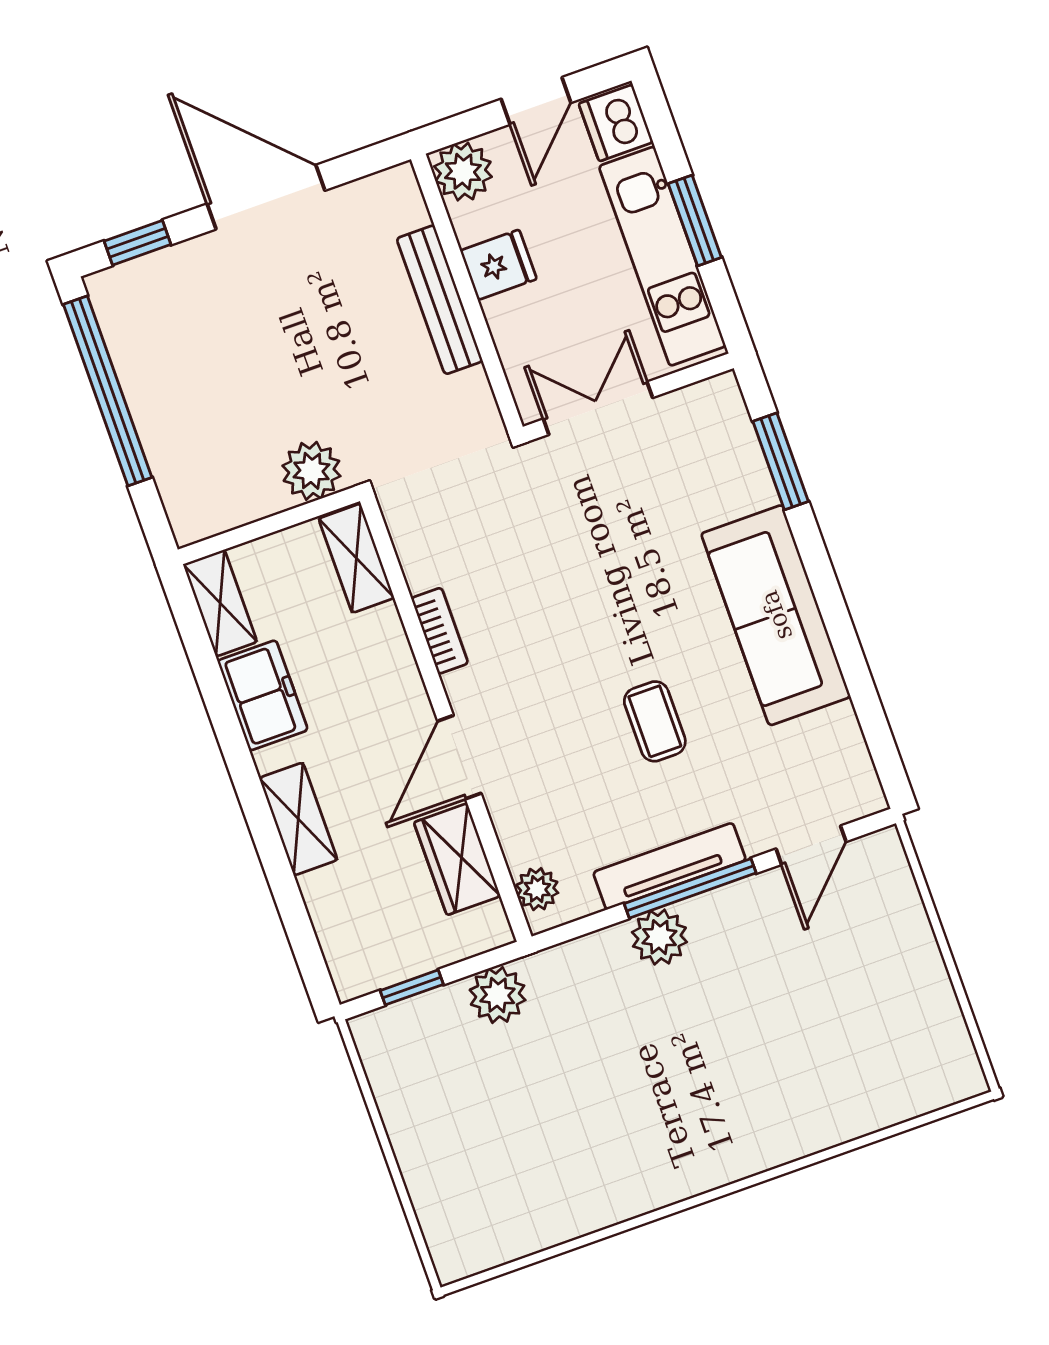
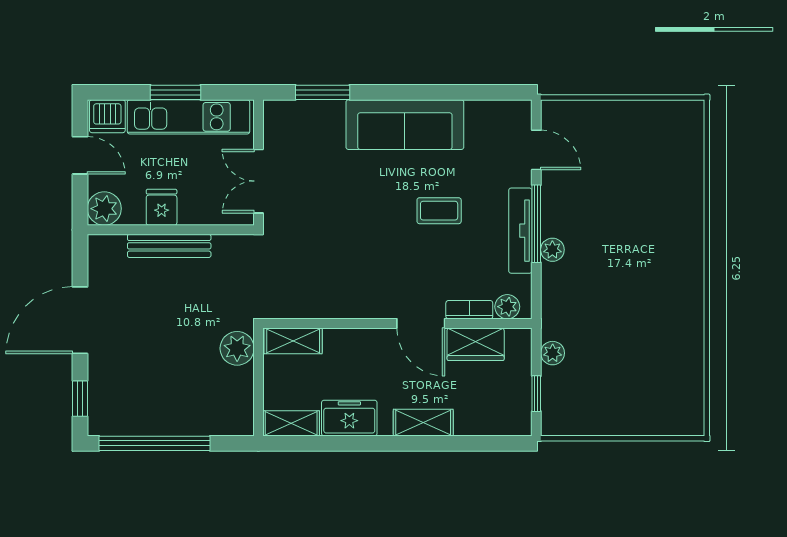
bookcase: (440, 631) -> (469, 310), moved
plant: (659, 937) -> (552, 250), width x0.73, depth x0.73
plant: (498, 995) -> (553, 353), width x0.73, depth x0.73

